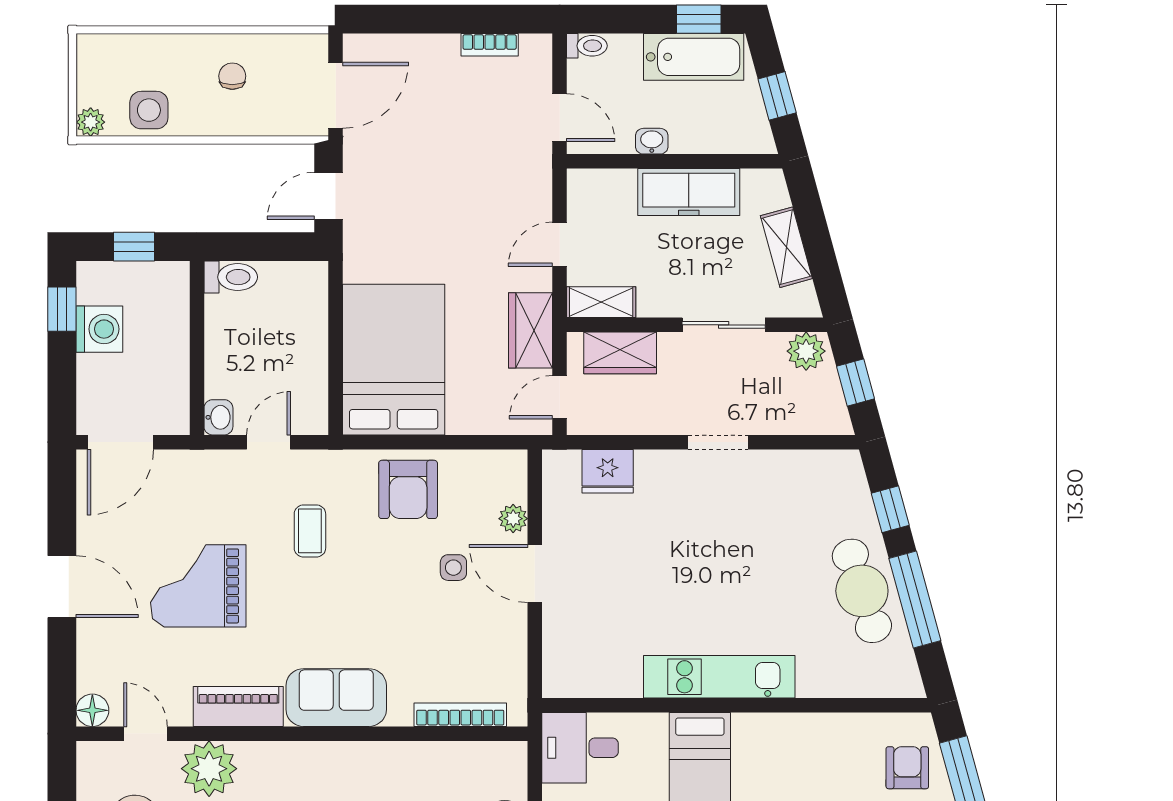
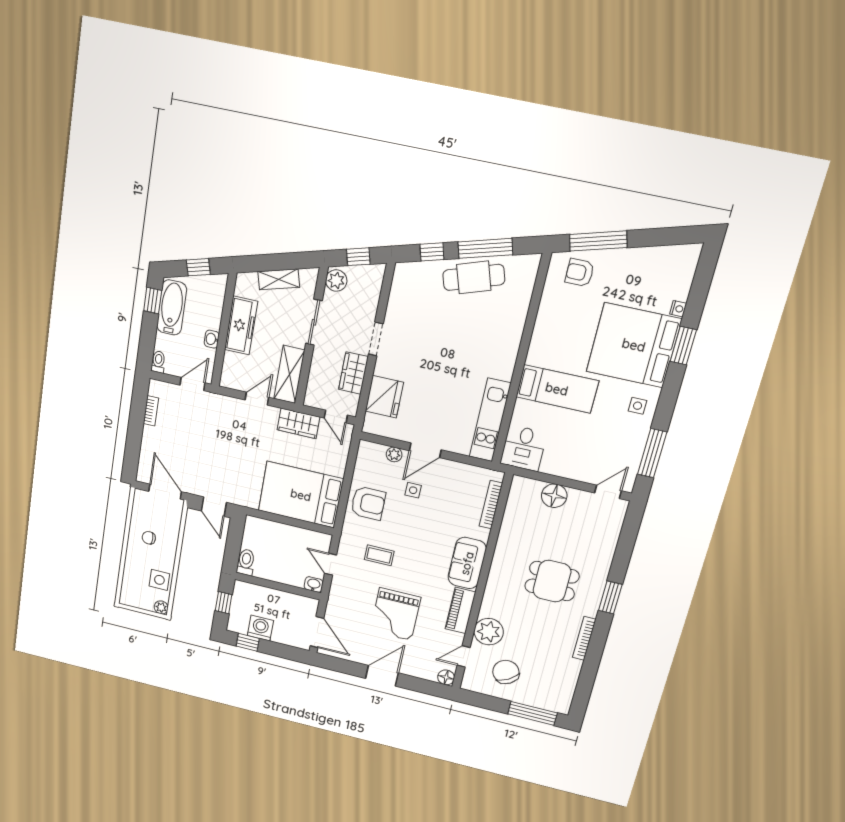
door: (560, 244) -> (257, 399), swing flipped
shelving: (601, 302) -> (289, 374), width x1.50, depth x1.33
wardrobe: (620, 353) -> (353, 373), moved, turned 180
fridge: (608, 471) -> (384, 397), width x1.36, depth x1.34
kitchen unit: (719, 677) -> (490, 420), moved

